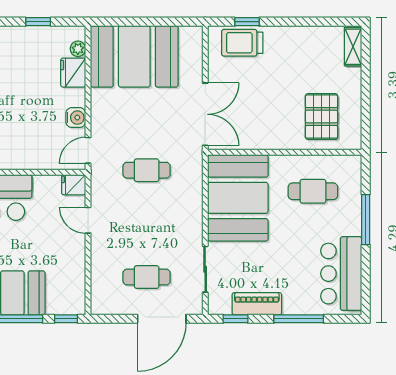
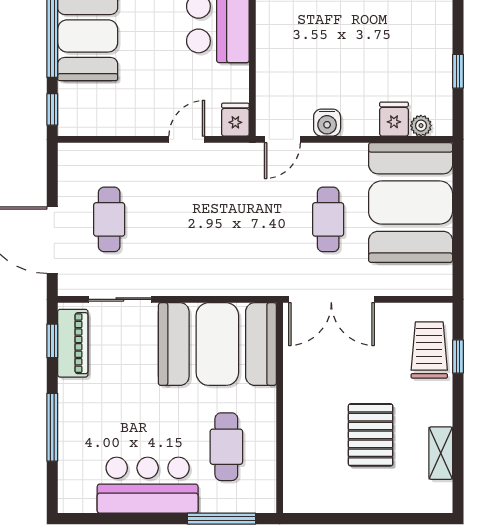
shelving: (353, 47) -> (441, 453), moved, turned 90
fridge: (73, 73) -> (394, 119), width x0.72
pallet: (322, 117) -> (371, 435), moved, turned 90
door: (88, 150) -> (282, 139), swing flipped
cafe table: (147, 170) -> (328, 219), moved
window: (366, 220) -> (222, 519), moved
bar counter: (341, 274) -> (148, 485), moved
piano: (257, 304) -> (73, 343), moved

